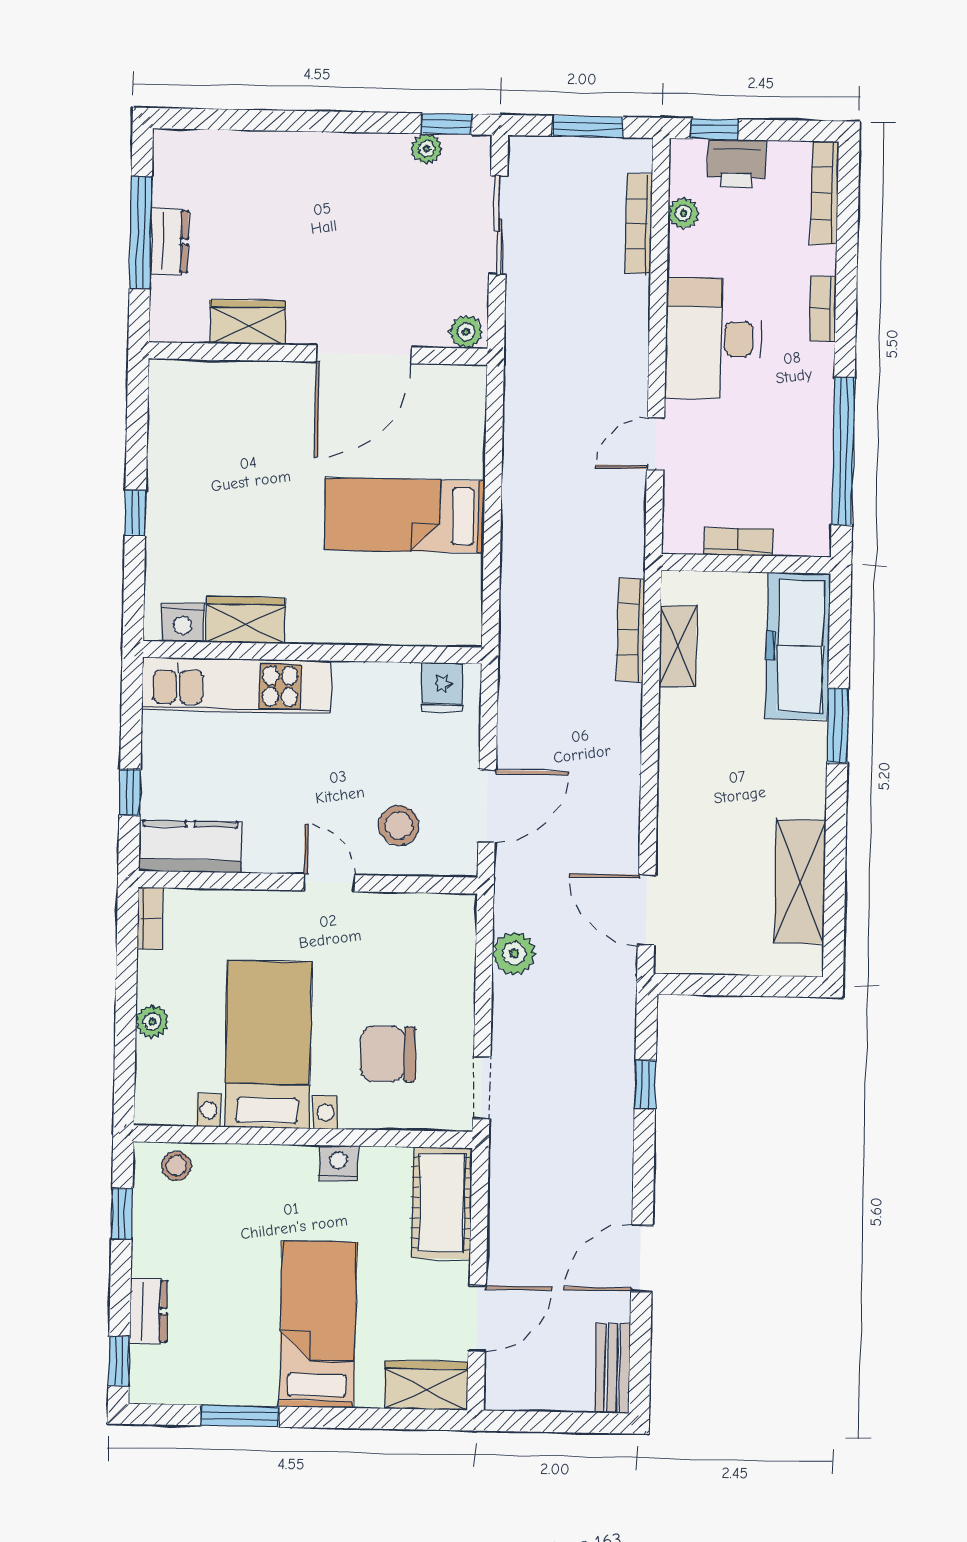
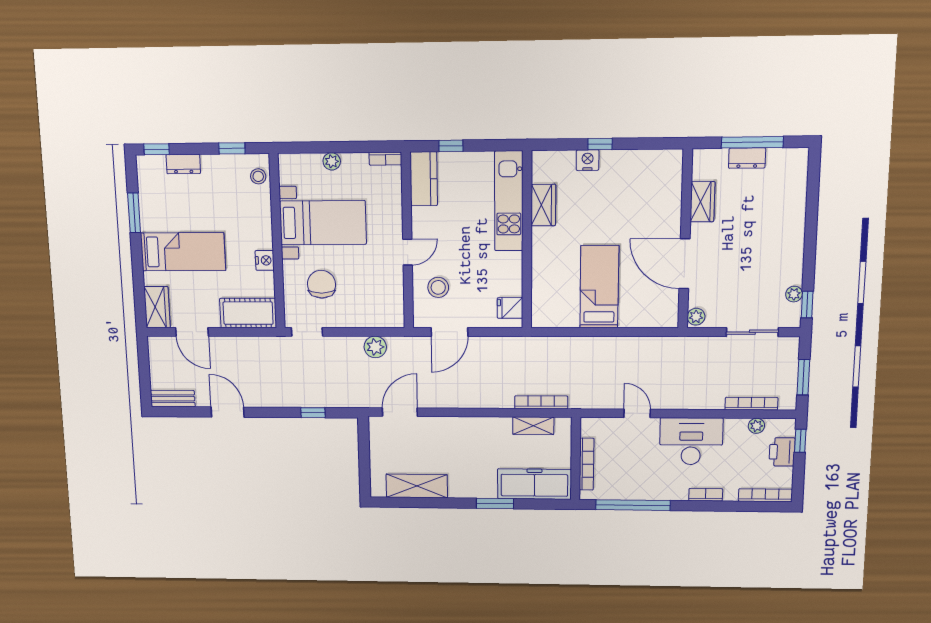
bookcase: (738, 542) -> (587, 464), width x1.56
nightstand: (182, 622) -> (588, 160), moved, turned 90
door: (487, 806) -> (449, 332), hinge flipped

